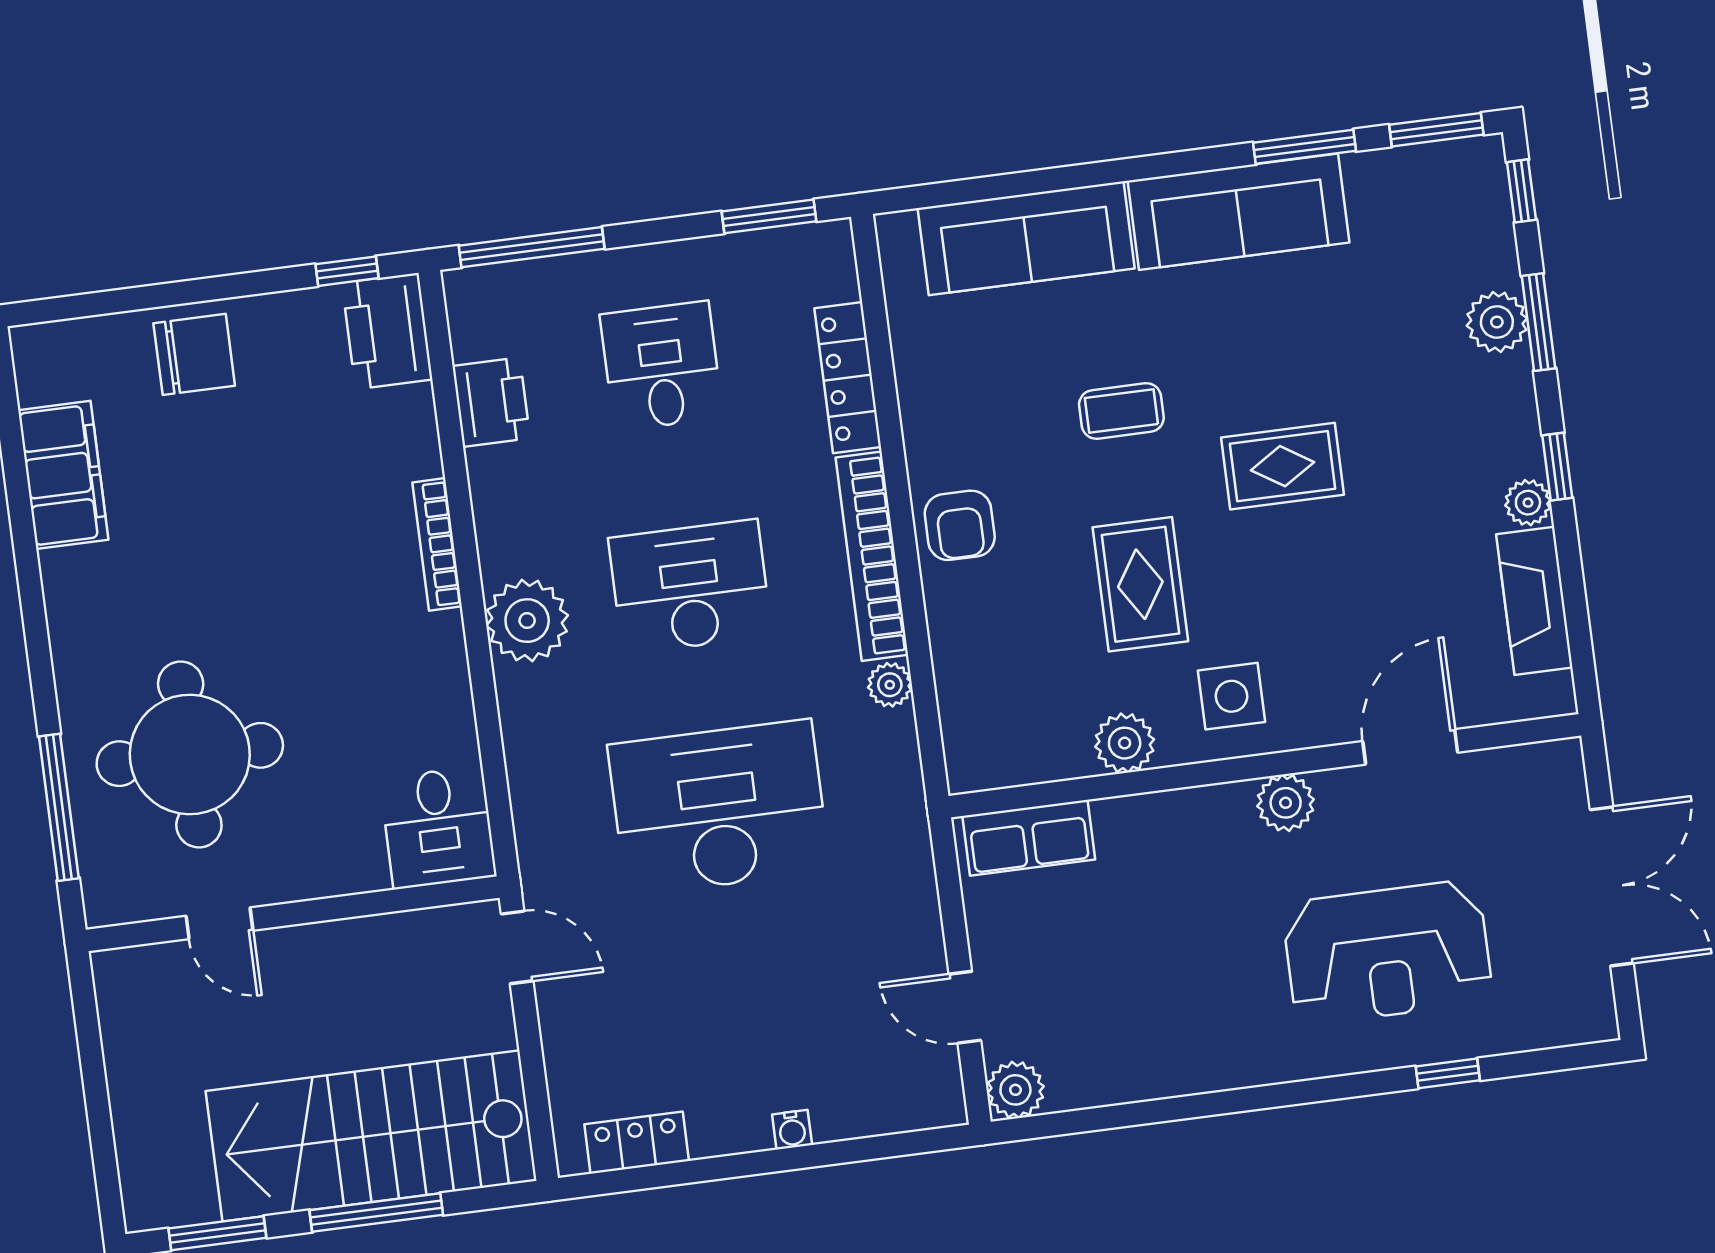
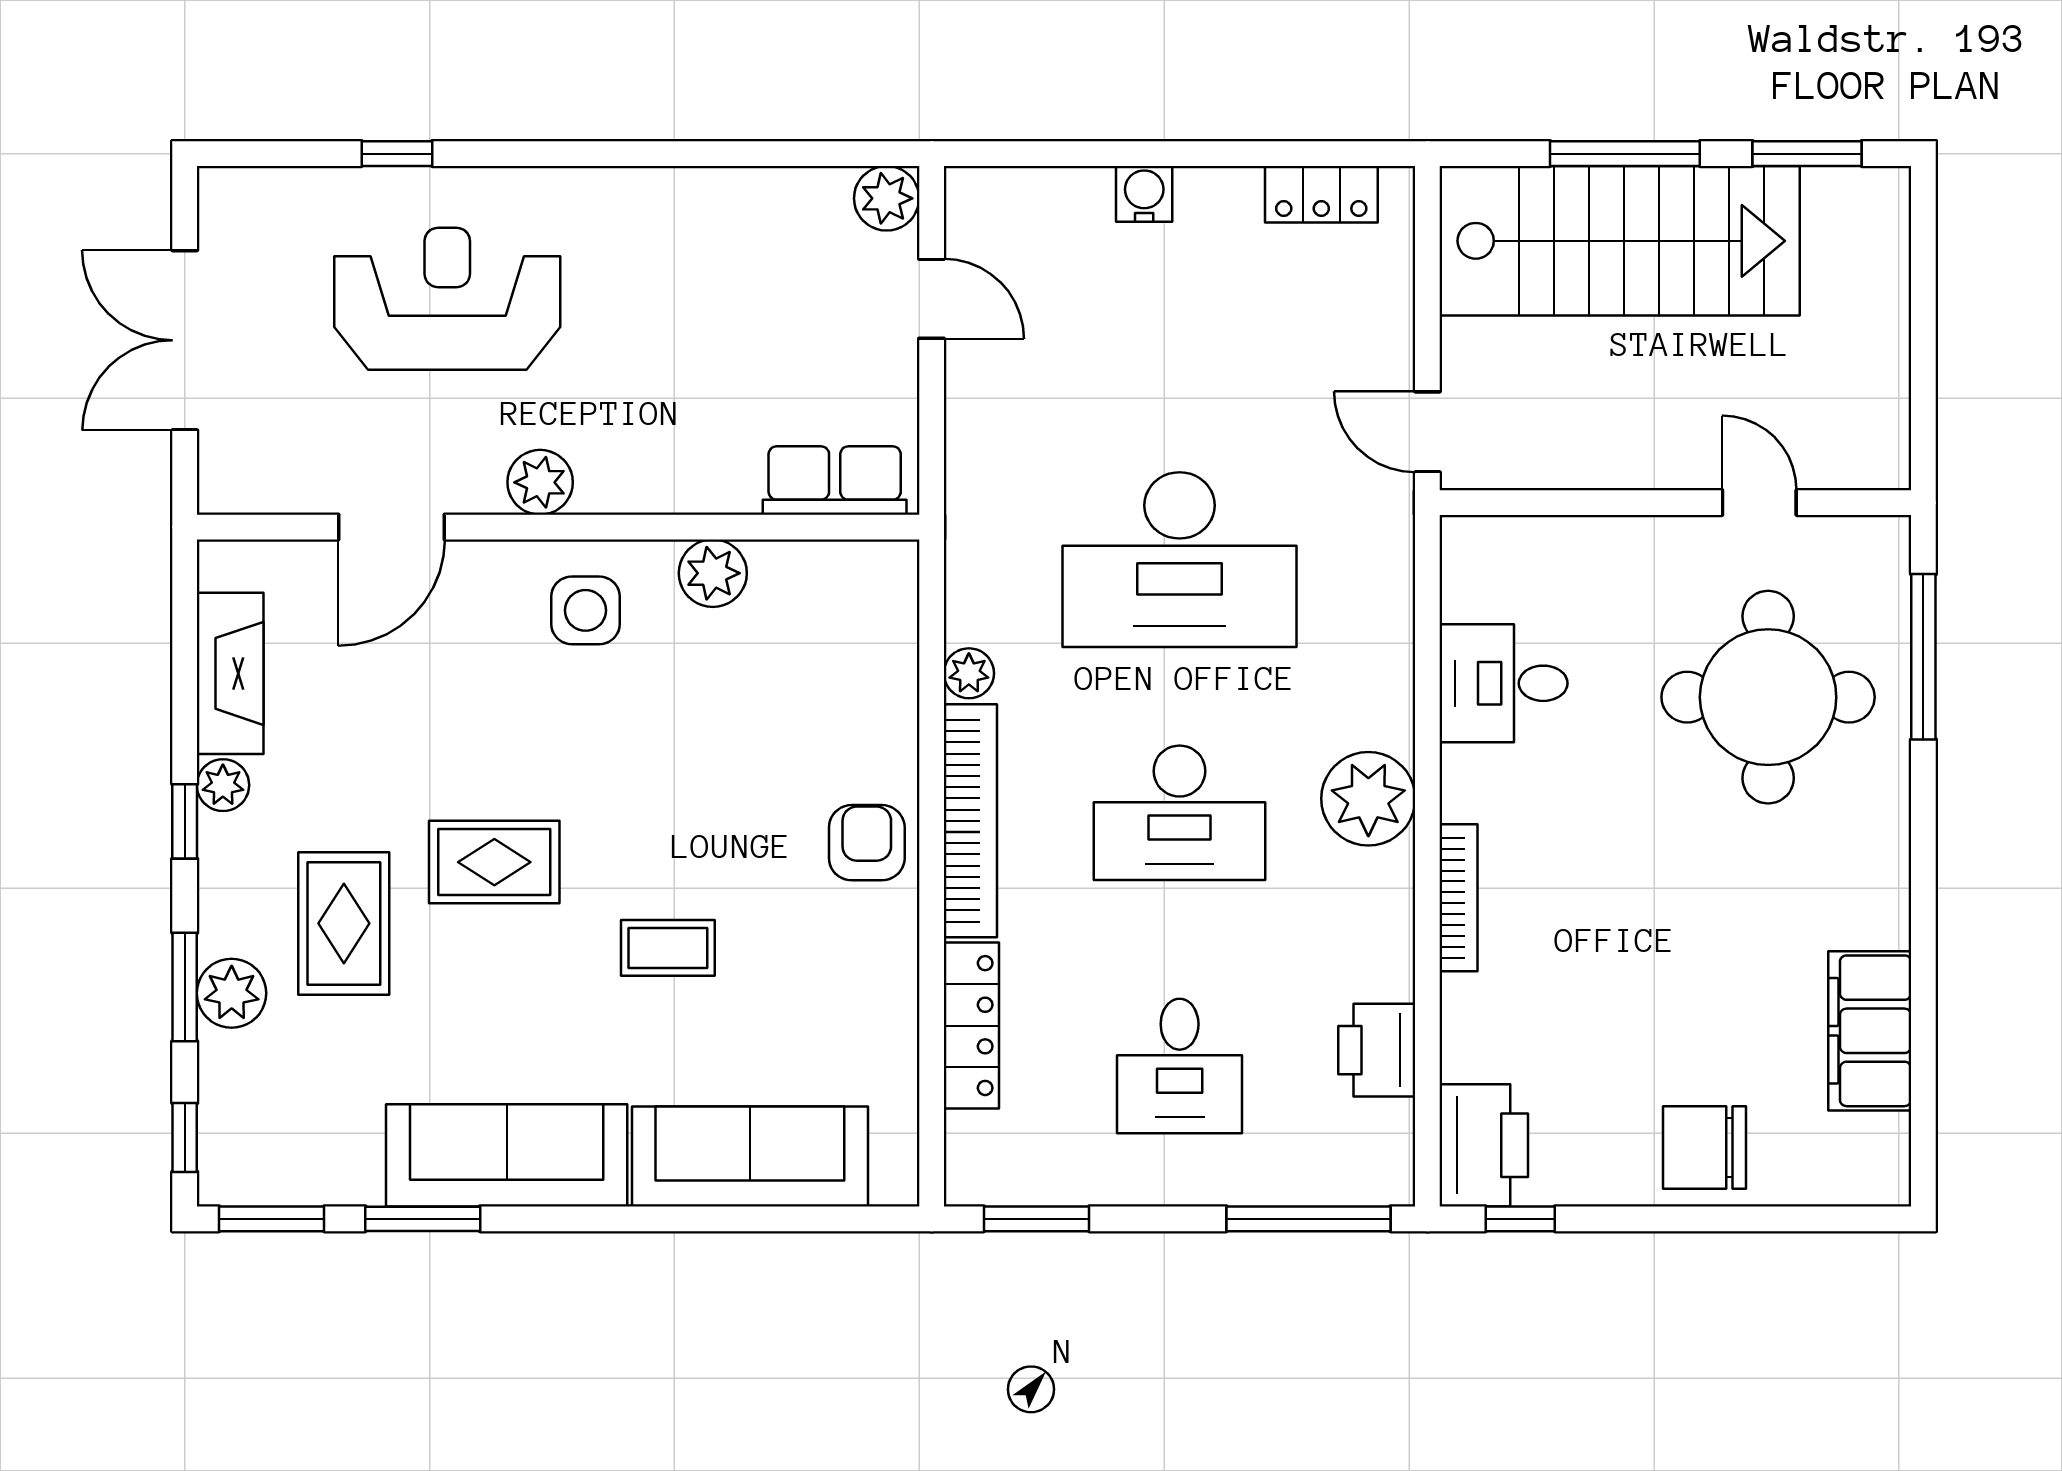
rug: (1140, 584) -> (344, 923), moved
desk: (438, 827) -> (1504, 683), moved, turned -90
water cooler: (792, 1130) -> (1144, 194), width x1.38, depth x1.38

